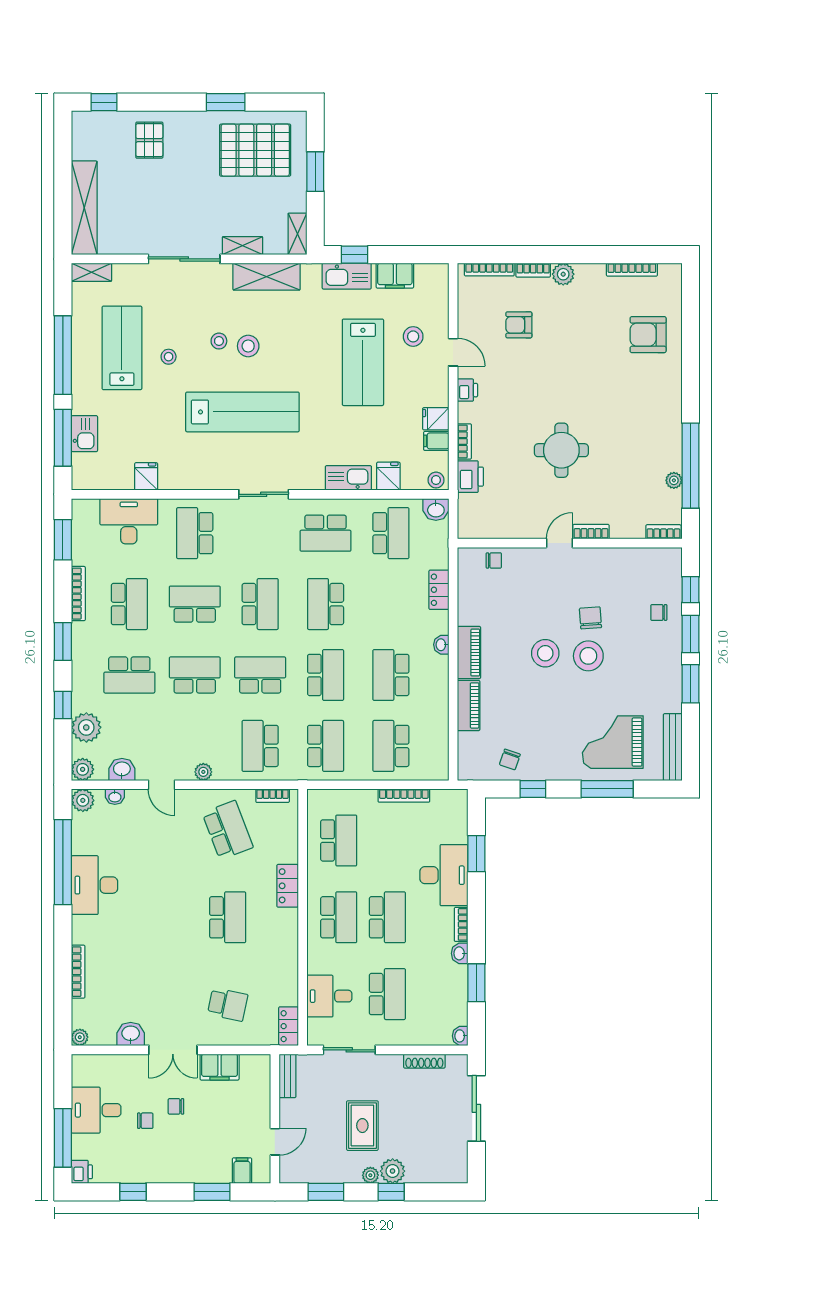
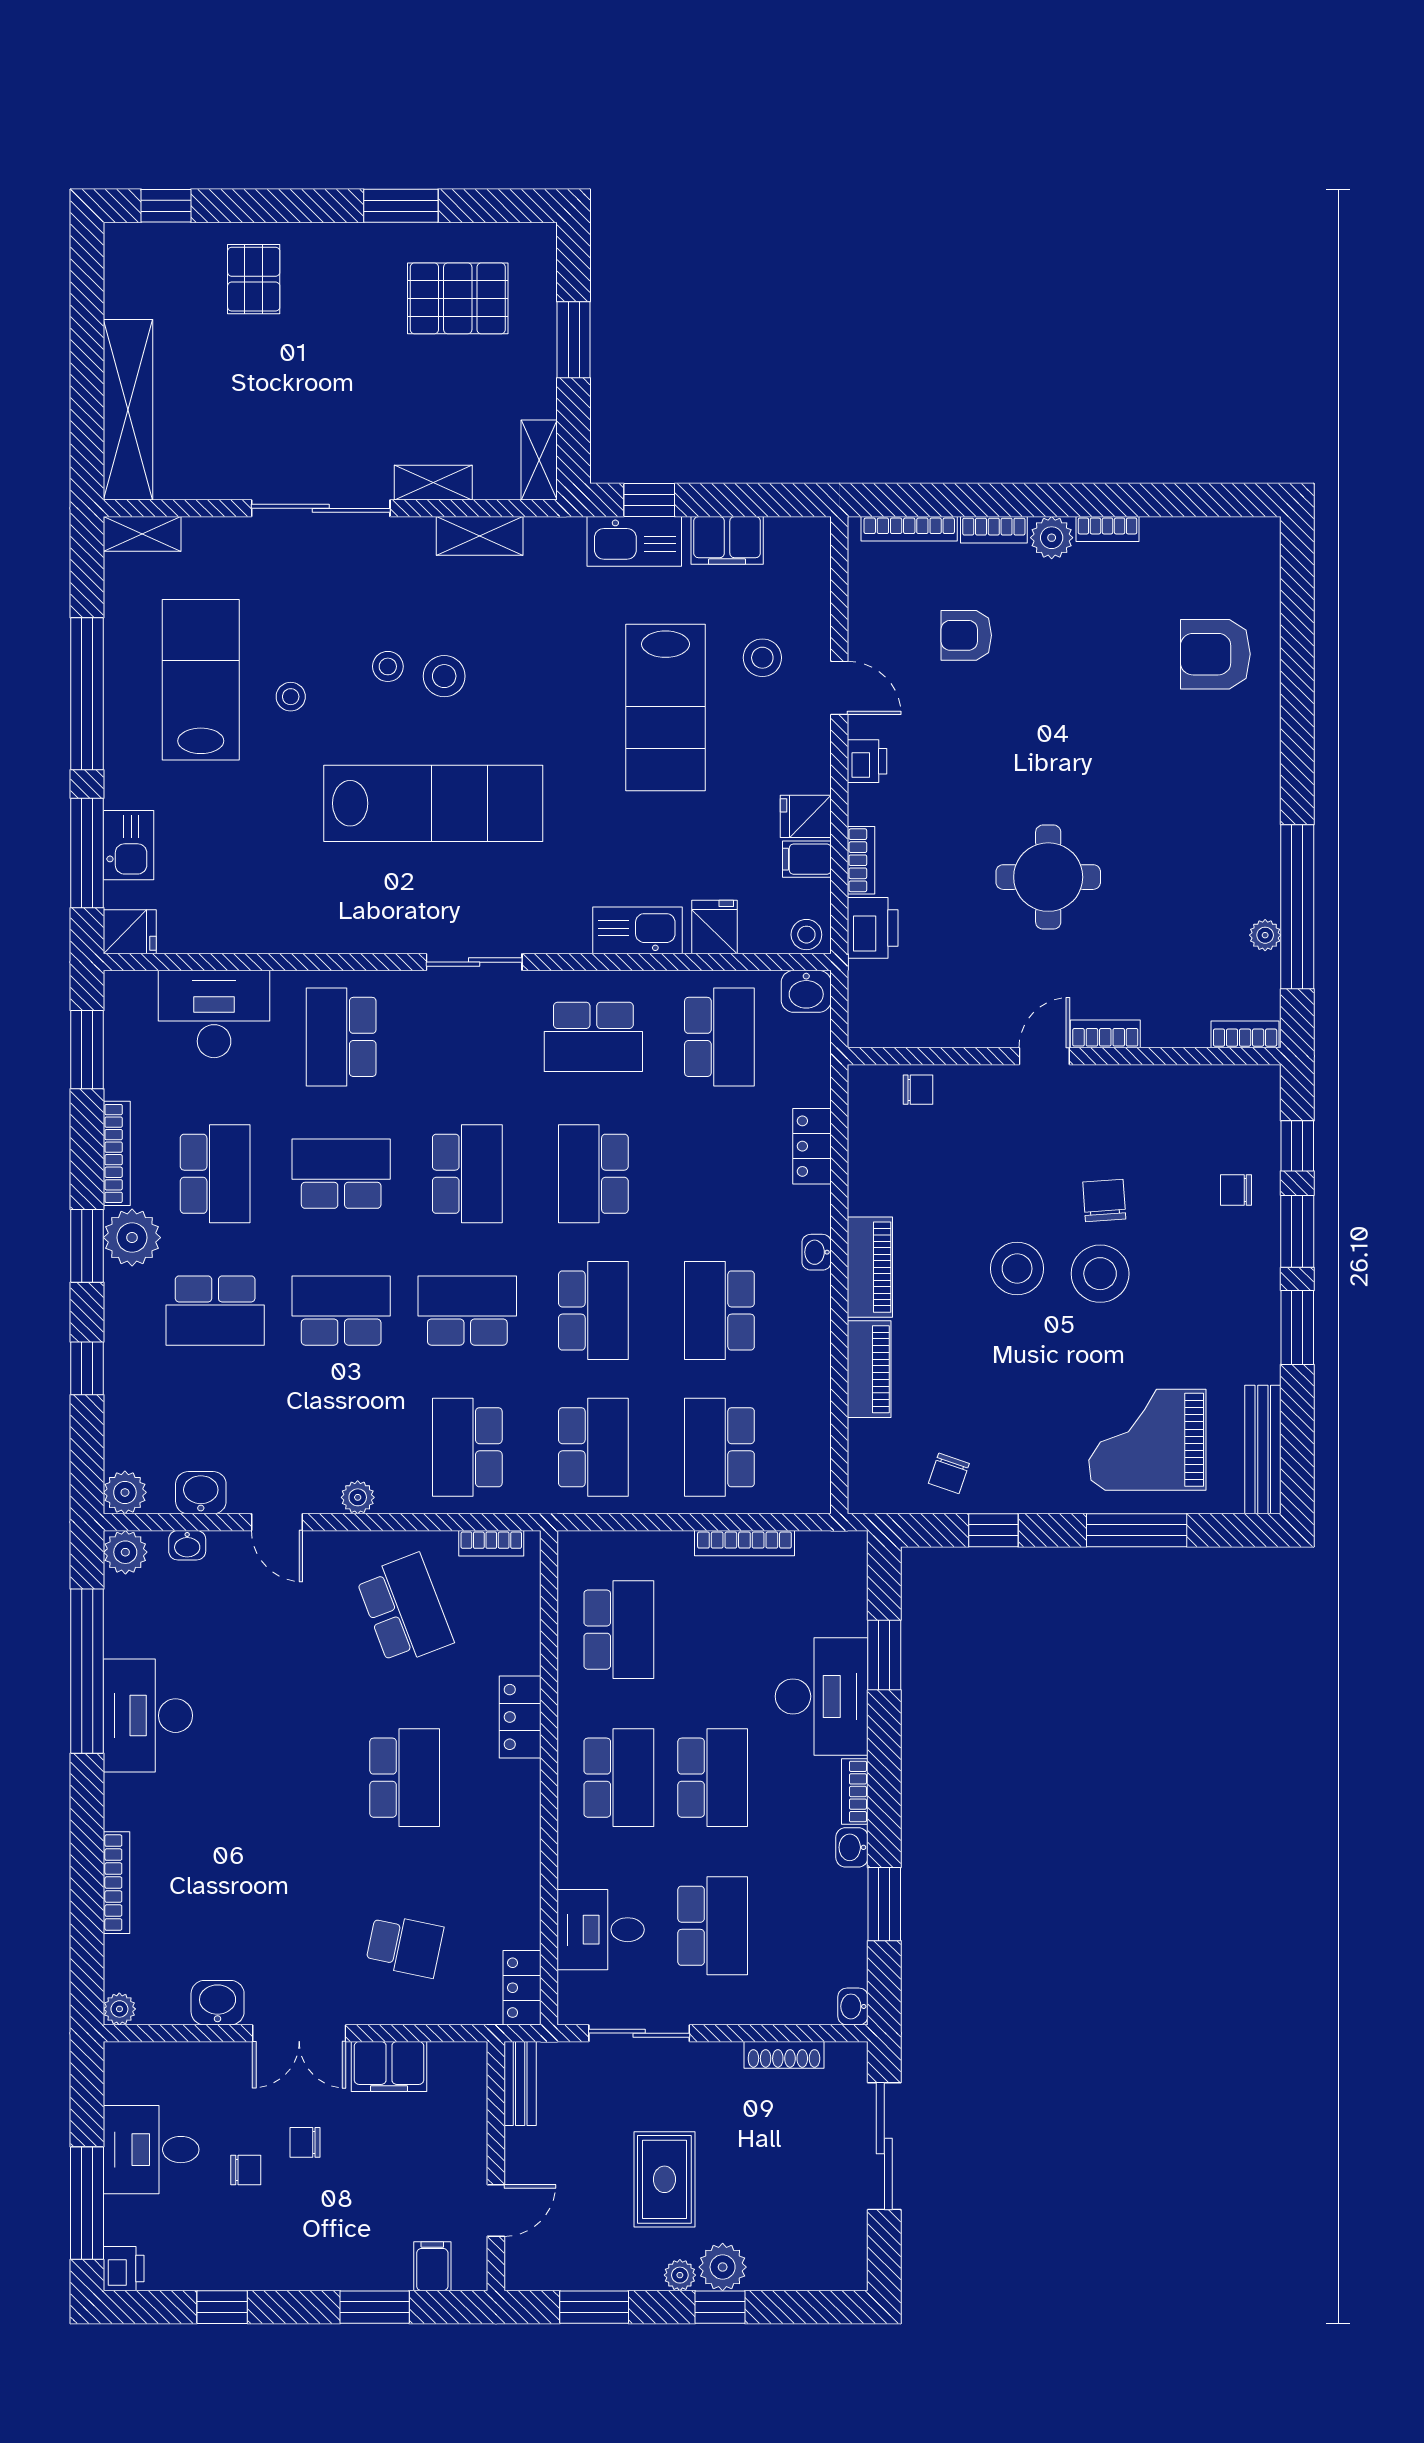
pallet: (255, 150) -> (458, 298), width x0.73, depth x0.71
bookcase: (632, 270) -> (1107, 529), moved, width x0.64
shelving: (267, 277) -> (480, 536), width x0.67, depth x0.75
fridge: (146, 476) -> (130, 932), moved, turned 90
plant: (86, 727) -> (132, 1238), moved

